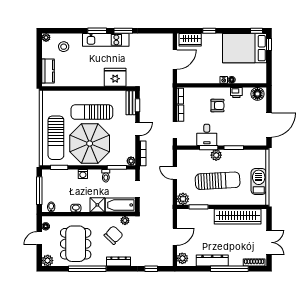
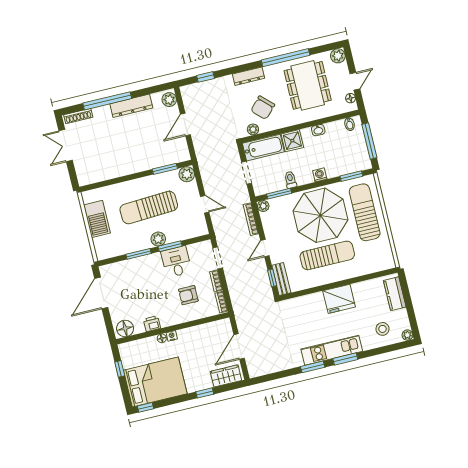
window: (269, 45) -> (120, 369), moved
fridge: (115, 77) -> (339, 299), moved
armchair: (217, 106) -> (188, 295), moved
wardrobe: (238, 217) -> (113, 169), removed

